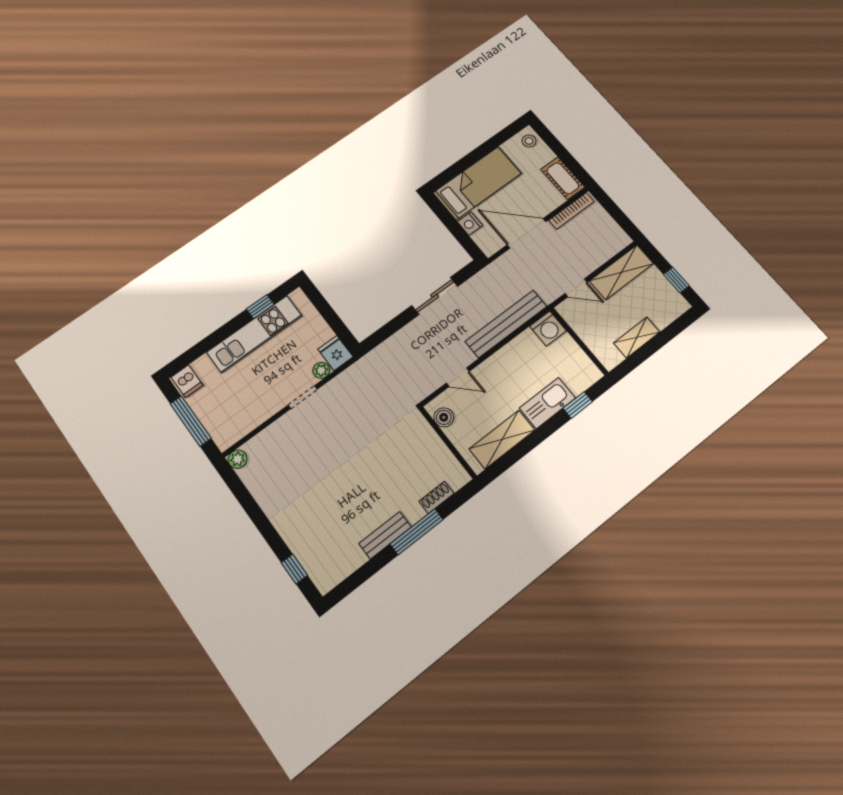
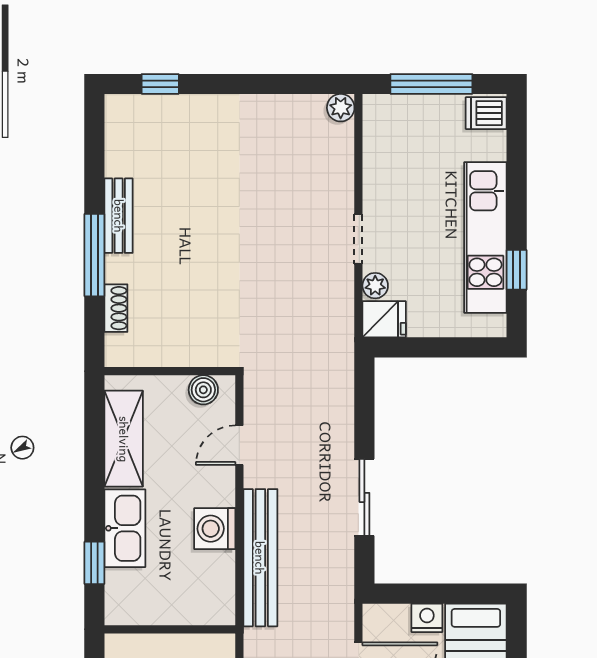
washing machine: (548, 328) -> (215, 529), moved

